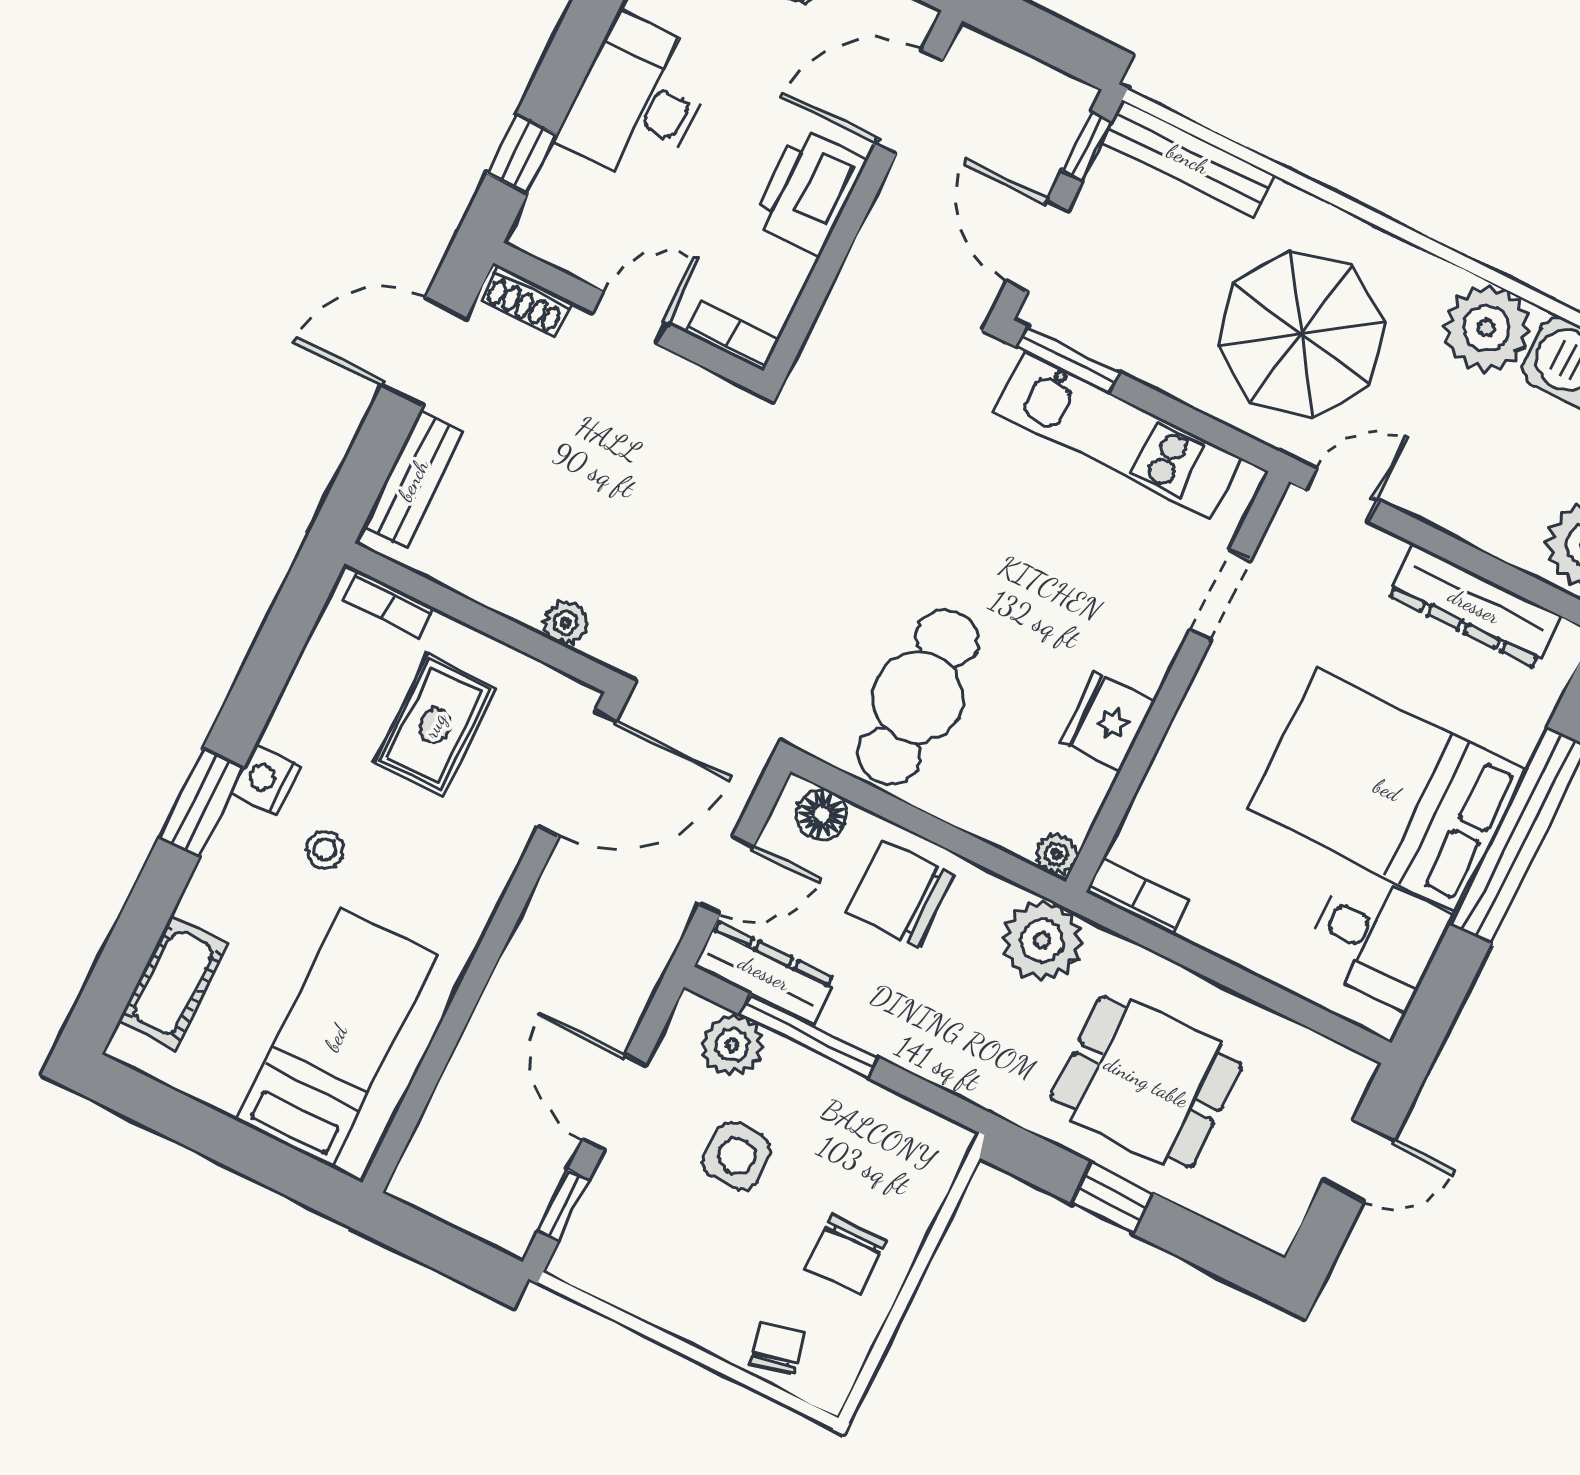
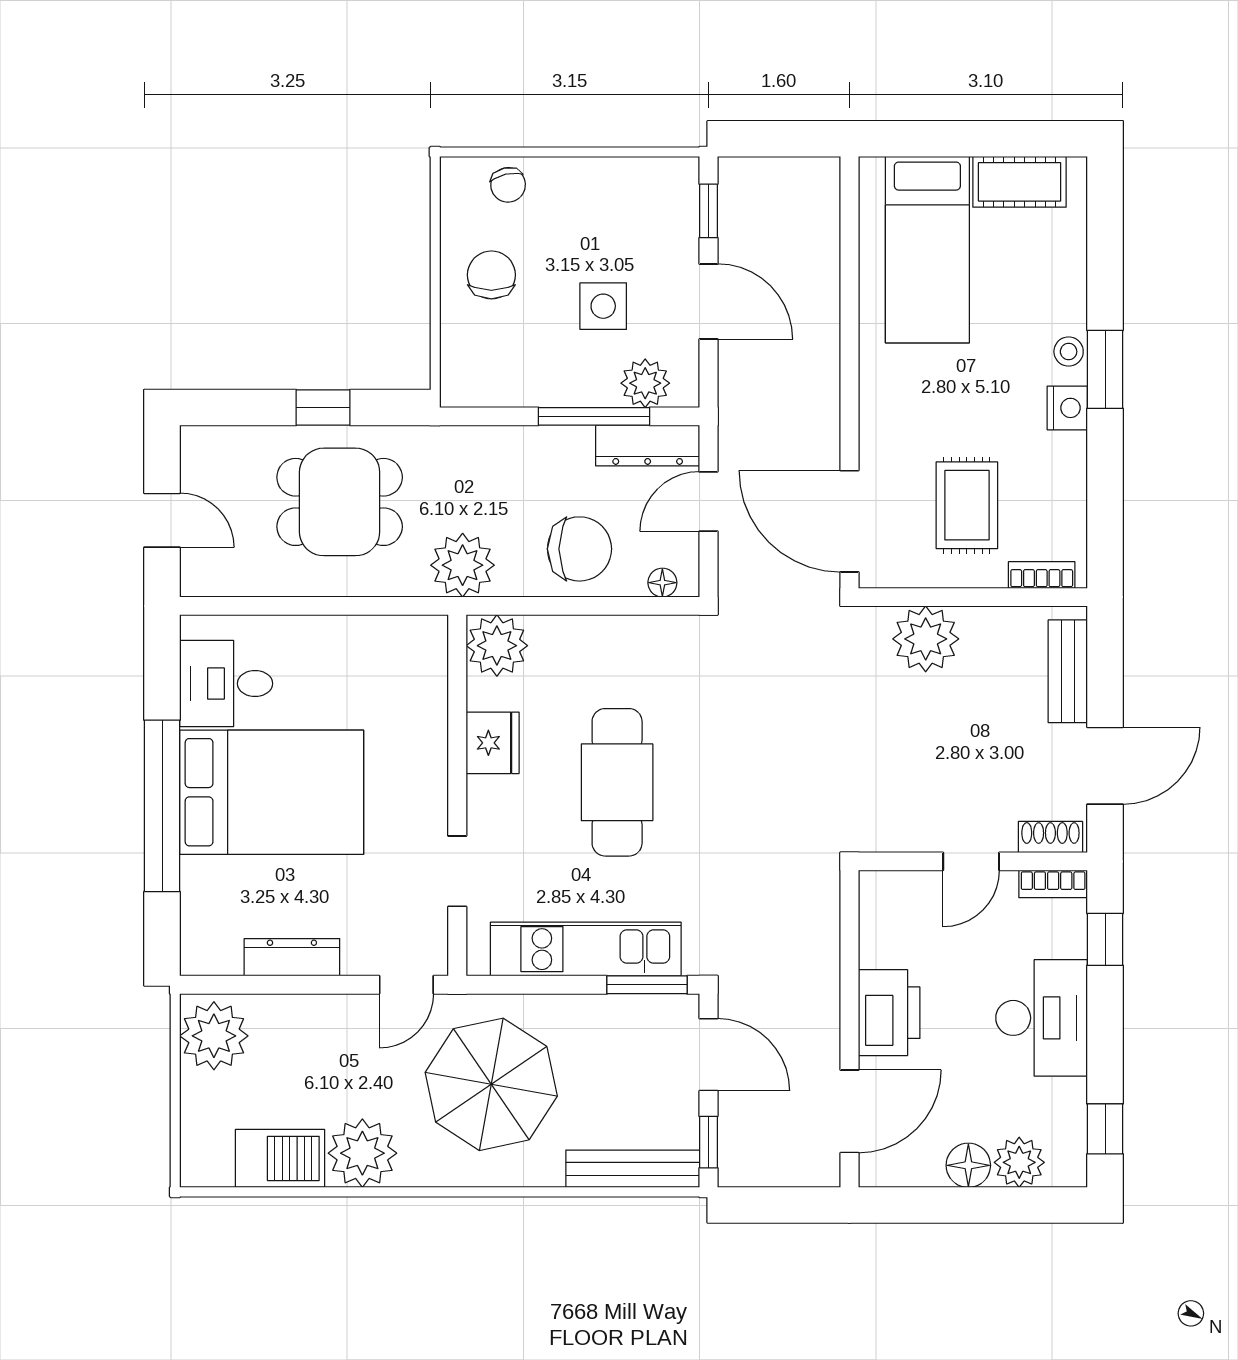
bookcase: (732, 336) -> (1053, 884), moved
dresser: (1474, 606) -> (292, 957), width x0.73, depth x0.80
plant: (566, 623) -> (926, 639), width x1.88, depth x1.88
cafe table: (918, 697) -> (617, 782), moved
door: (577, 773) -> (849, 521), hinge flipped
floor lamp: (822, 815) -> (662, 583), width x0.73, depth x0.73
stool: (325, 849) -> (1069, 352), moved
plant: (1056, 854) -> (497, 646), width x1.87, depth x1.87
bookcase: (1137, 896) -> (411, 630), removed
cot: (173, 983) -> (1020, 182), moved, turned 90
door: (1358, 1161) -> (162, 520), swing flipped

